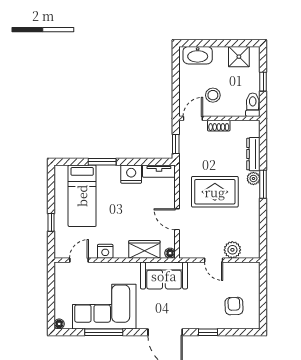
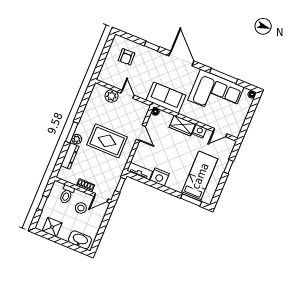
toilet: (253, 105) -> (67, 194), moved
window: (102, 162) -> (191, 200), moved
wardrobe: (144, 249) -> (182, 126), moved

